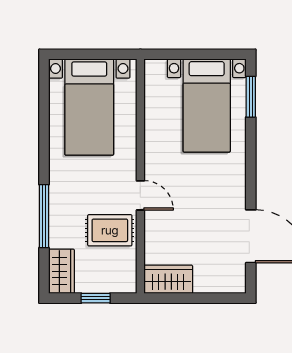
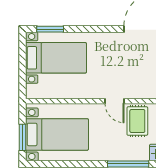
window: (85, 54) -> (22, 137), added
door: (140, 195) -> (115, 101), swing flipped

